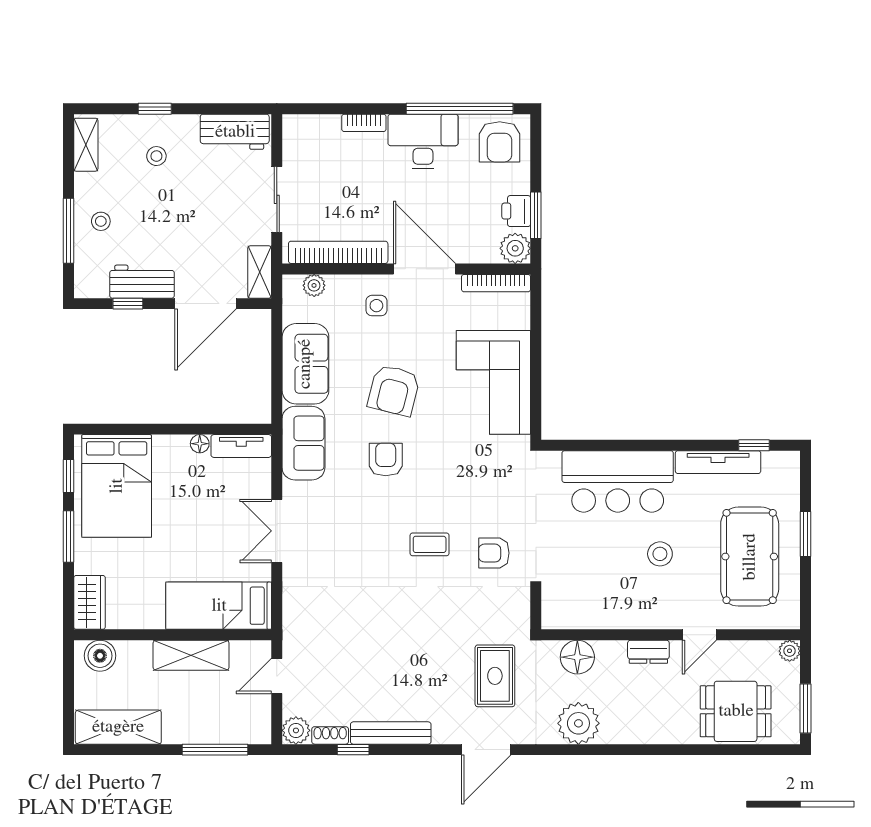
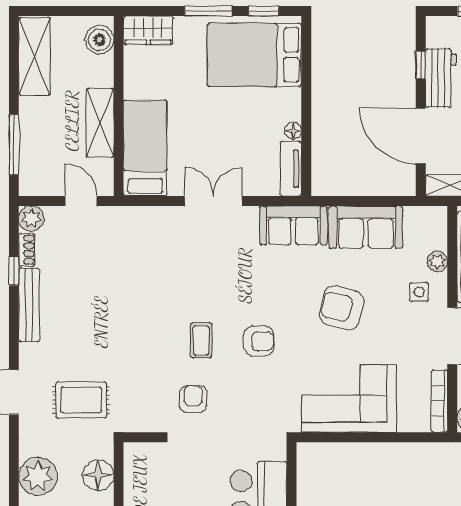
plant: (314, 285) -> (437, 261), moved
armchair: (386, 459) -> (259, 341), moved

